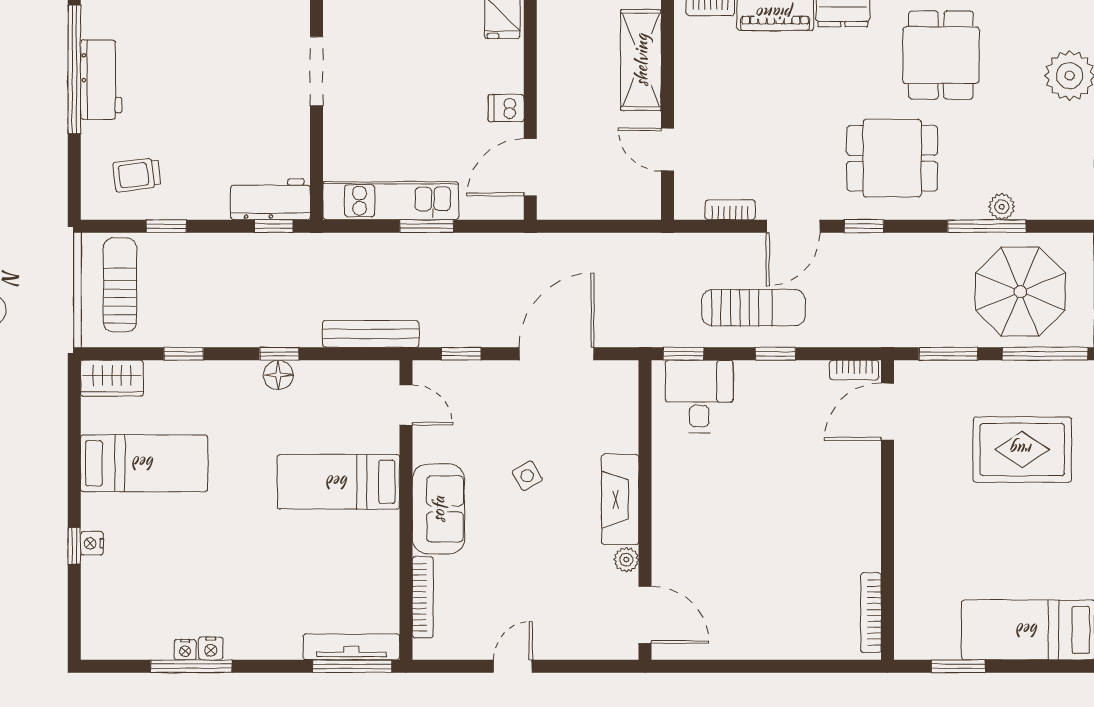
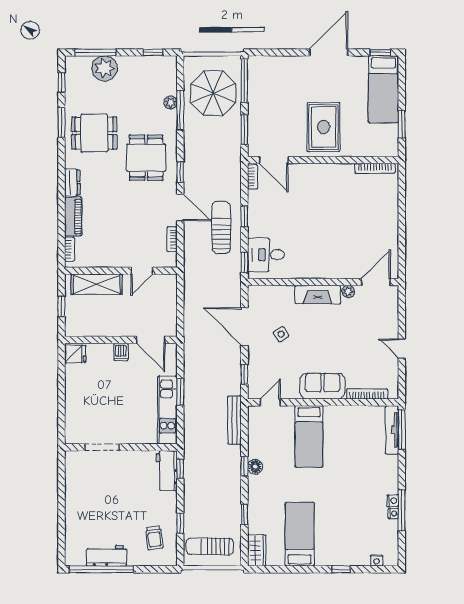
rug: (1022, 450) -> (324, 127), moved
side table: (527, 476) -> (281, 334), moved
nightstand: (92, 543) -> (377, 560), moved

